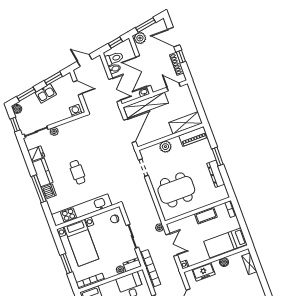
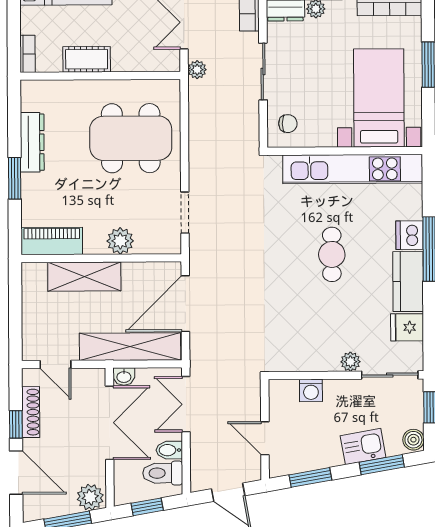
kitchen sink: (46, 93) -> (363, 447), moved
washing machine: (76, 110) -> (311, 390), moved
shelving: (186, 123) -> (84, 277), moved

